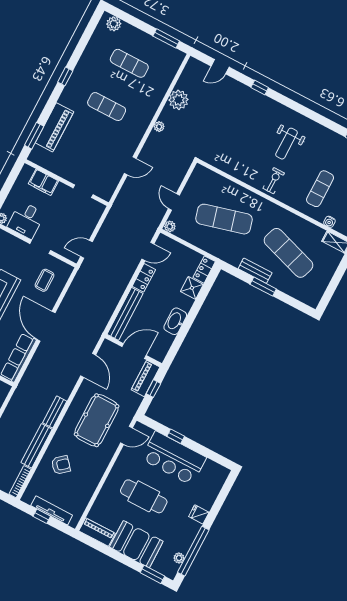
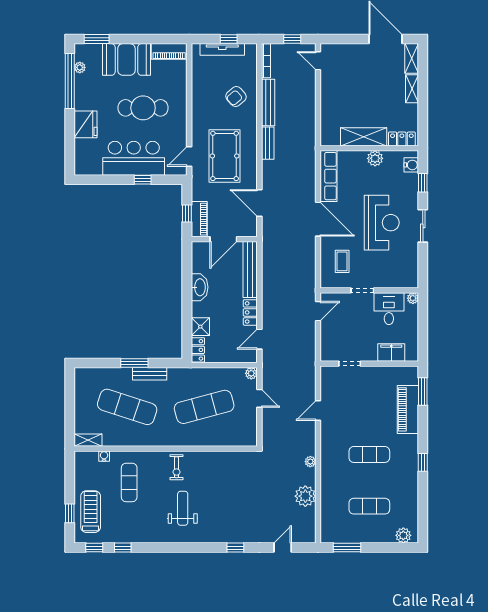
fridge: (199, 514) -> (85, 124), width x1.88, depth x1.34

